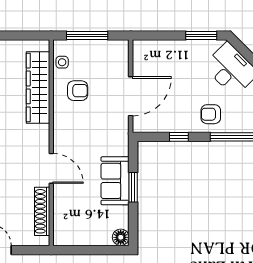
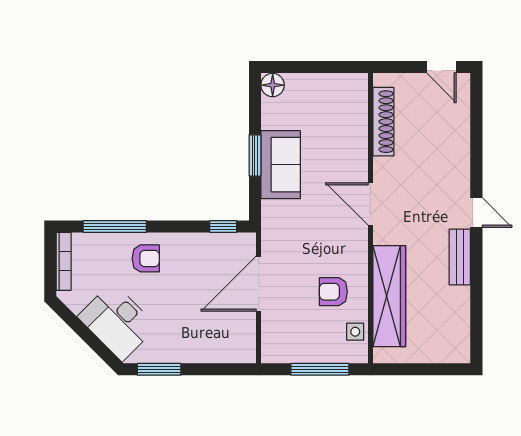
window: (179, 137) -> (223, 226), moved
door: (51, 168) -> (370, 204), moved

